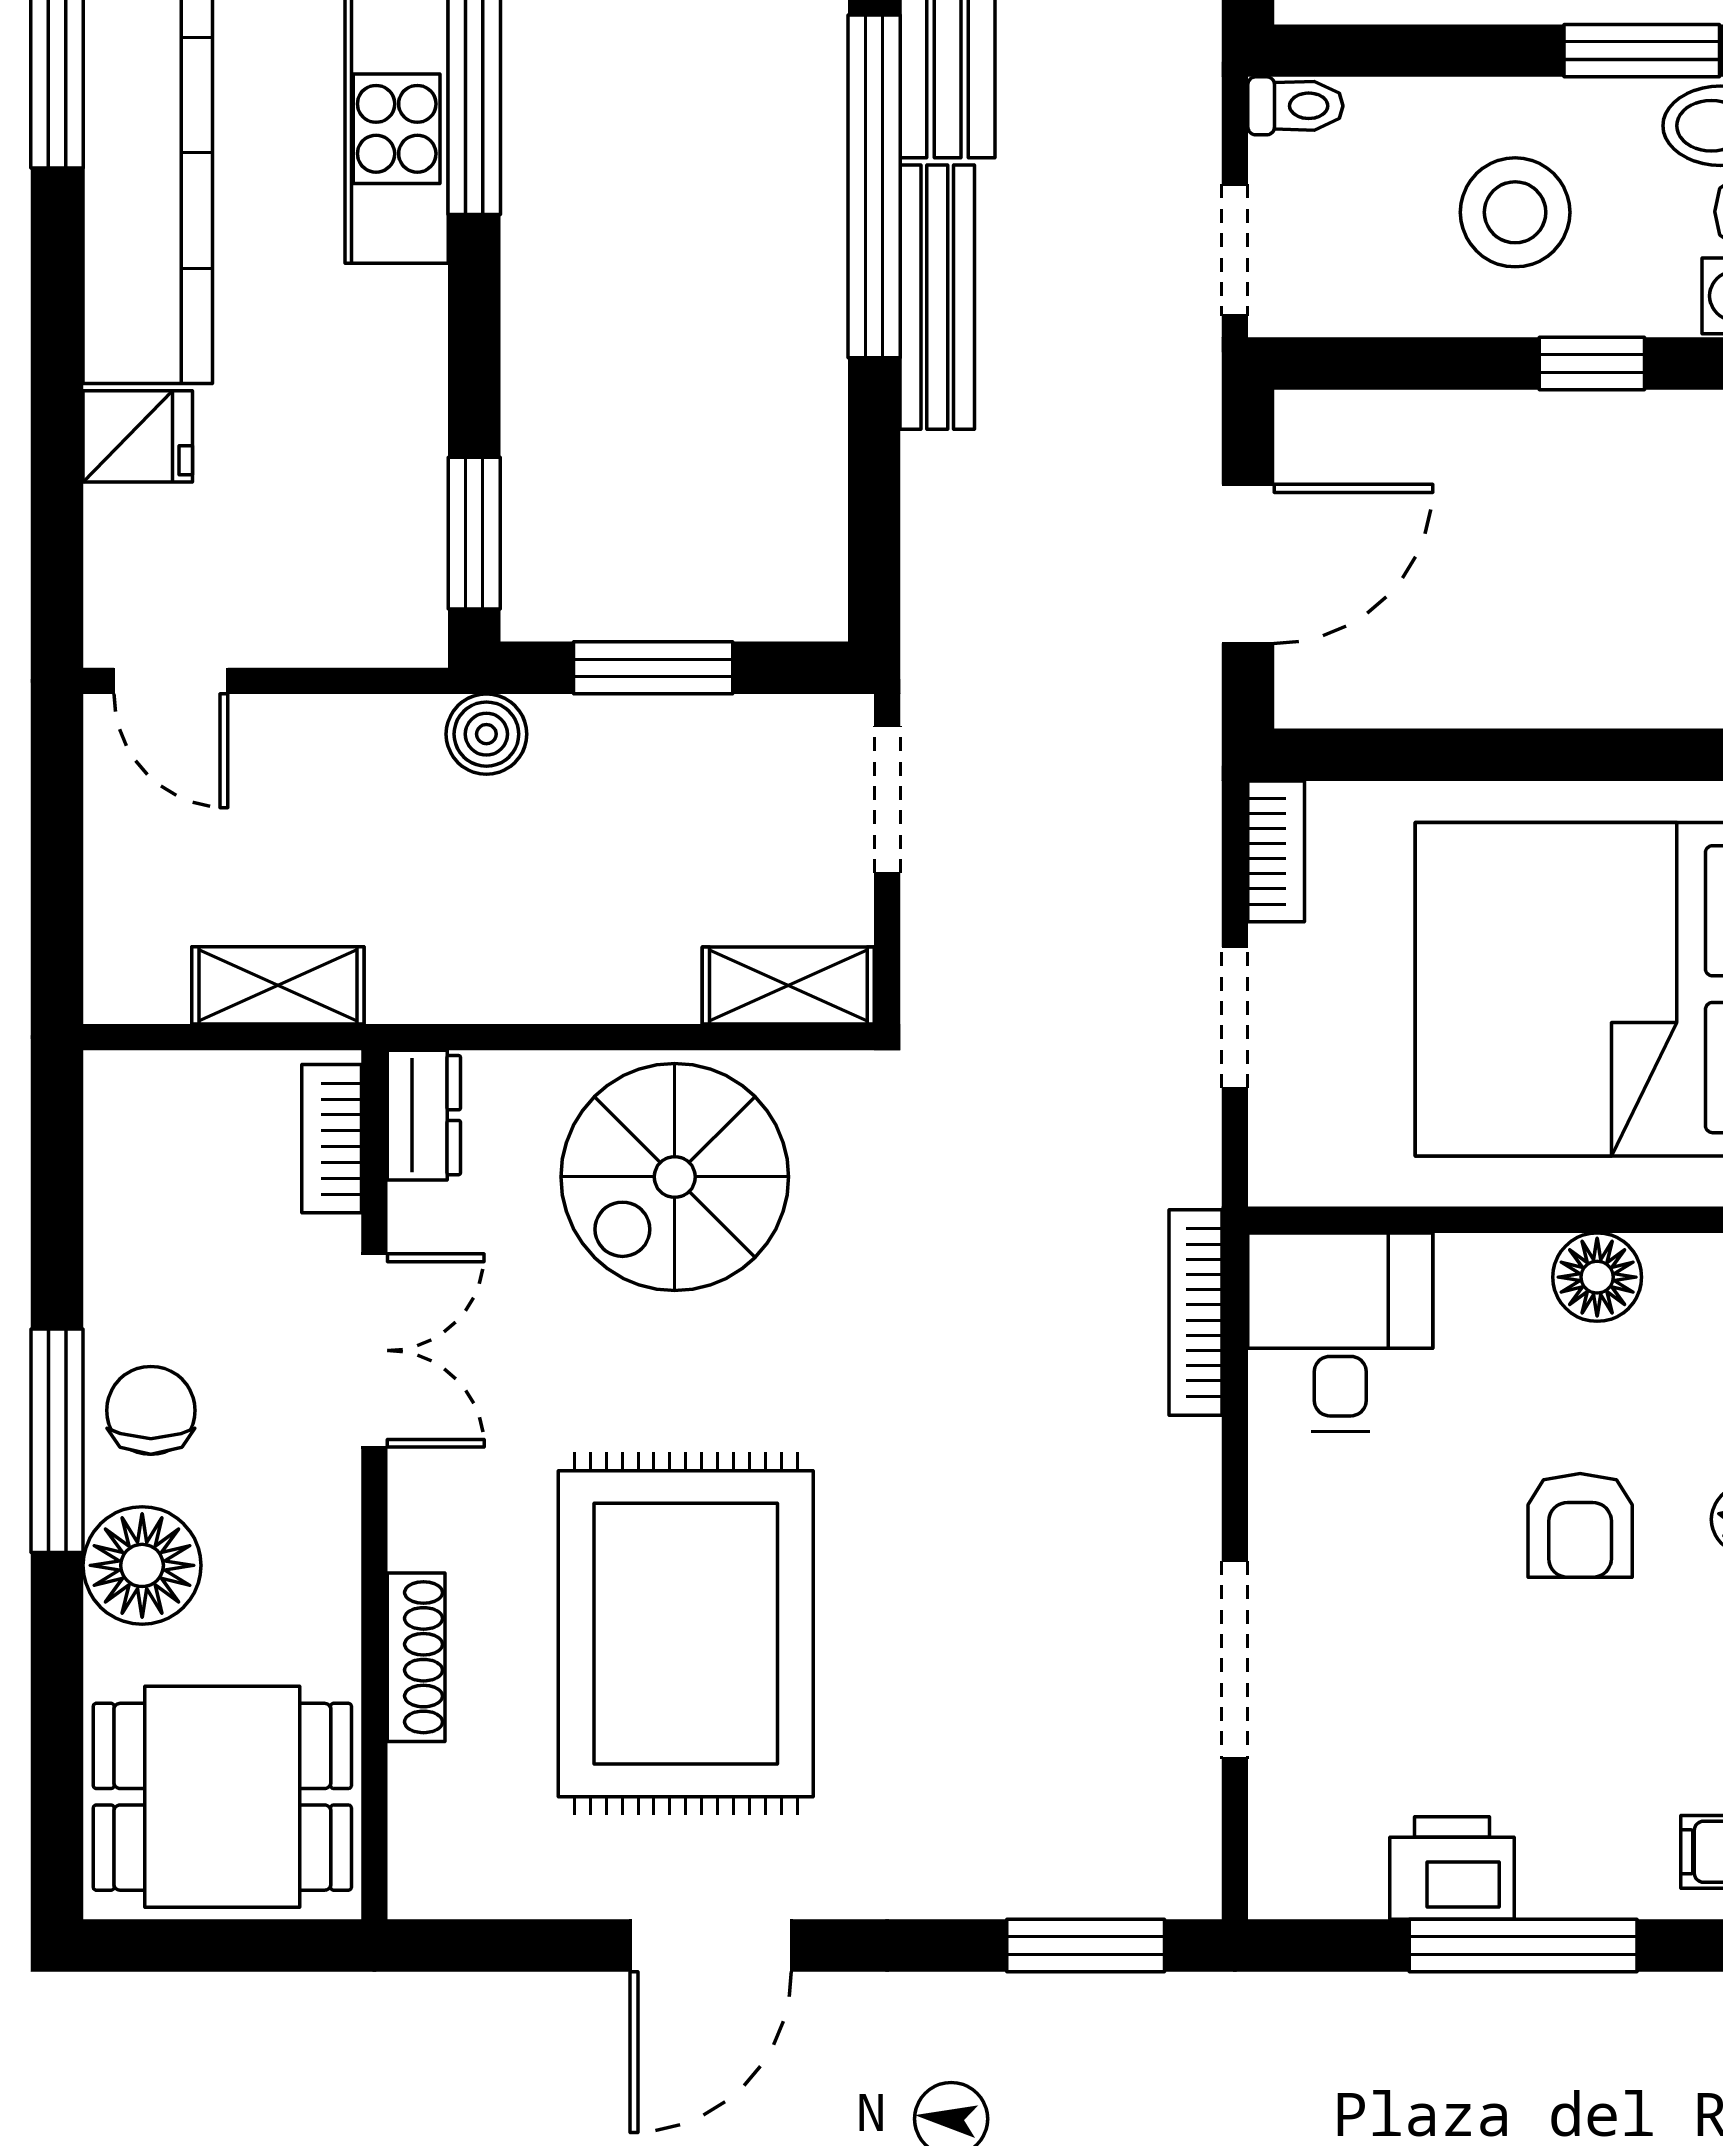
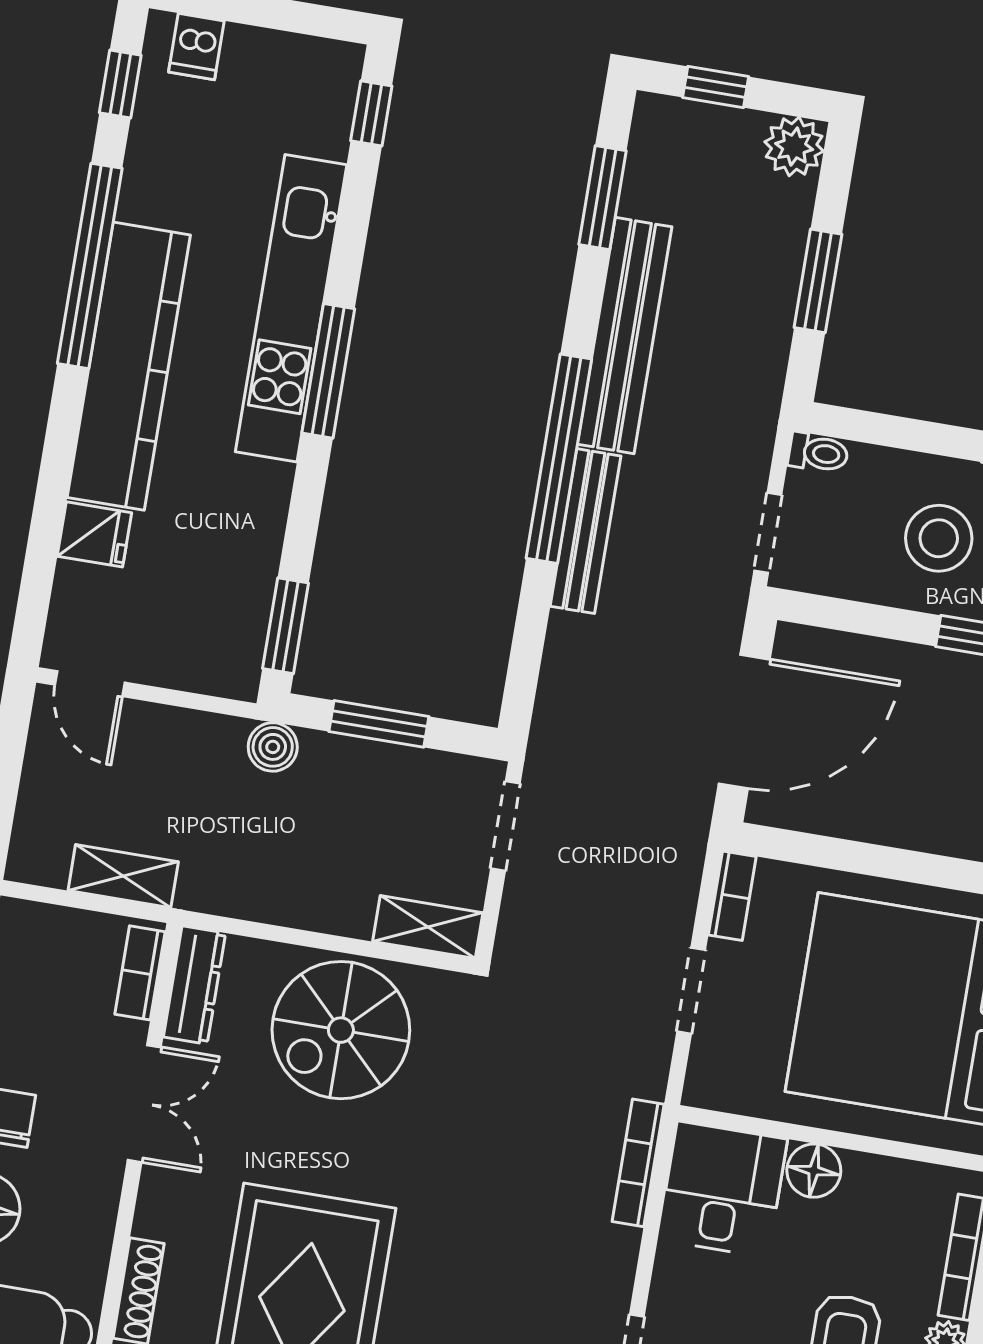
door: (1248, 564) -> (744, 721), width x1.36
dresser: (424, 1115) -> (195, 985), width x1.44
floor lamp: (1597, 1277) -> (814, 1171), moved

